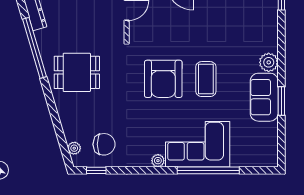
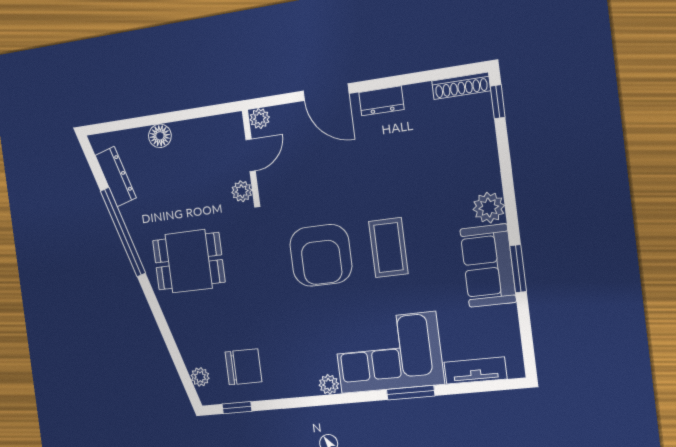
plant: (118, 32) -> (242, 191), added
tv unit: (249, 160) -> (475, 371), added
window: (208, 170) -> (411, 393), width x0.47

